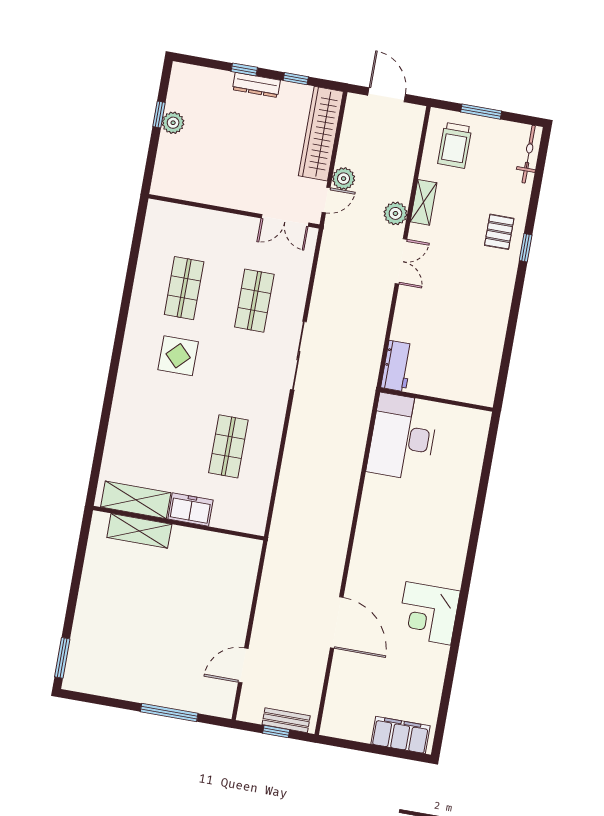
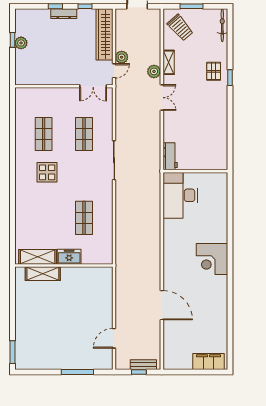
trolley: (455, 145) -> (180, 28), turned -41
corner desk: (428, 613) -> (212, 259), moved

